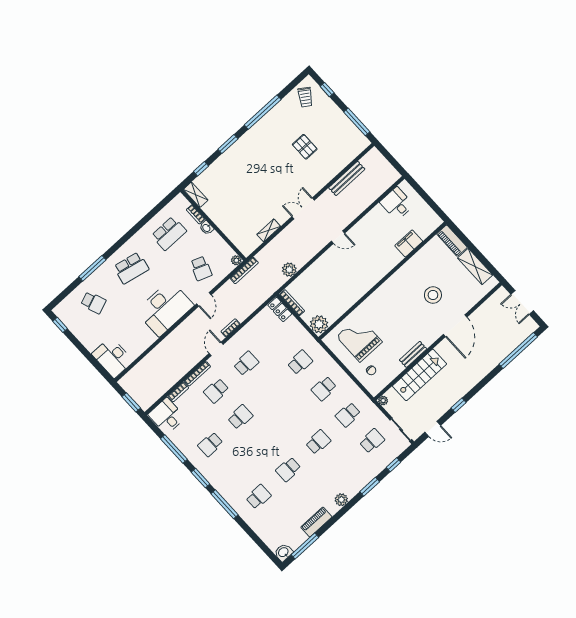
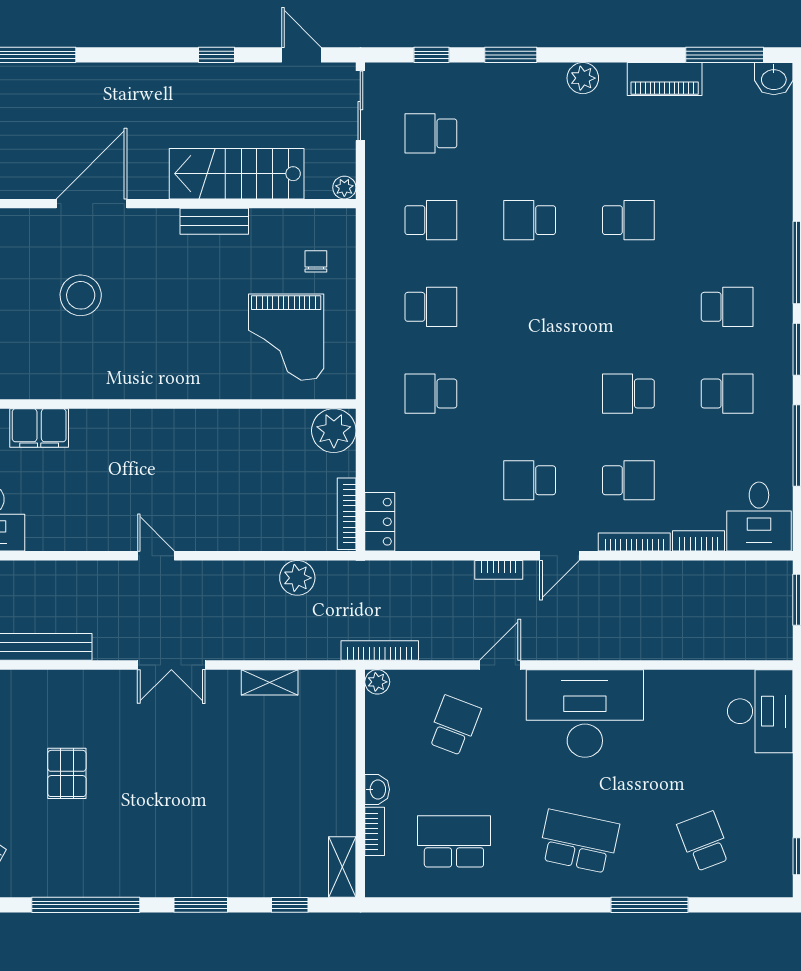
school desk: (258, 497) -> (727, 307), moved, turned 180

